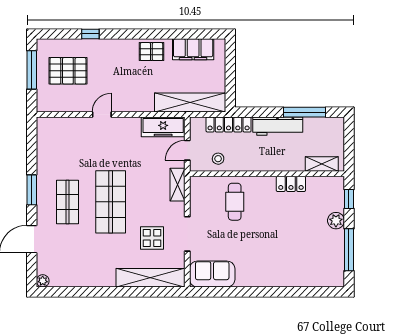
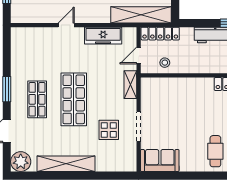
locker: (229, 124) -> (160, 34), moved
freezer: (163, 127) -> (103, 36), moved
cafe table: (235, 202) -> (215, 151), moved
shelving: (150, 278) -> (66, 164), moved
plant: (43, 281) -> (21, 162), width x1.88, depth x1.88

